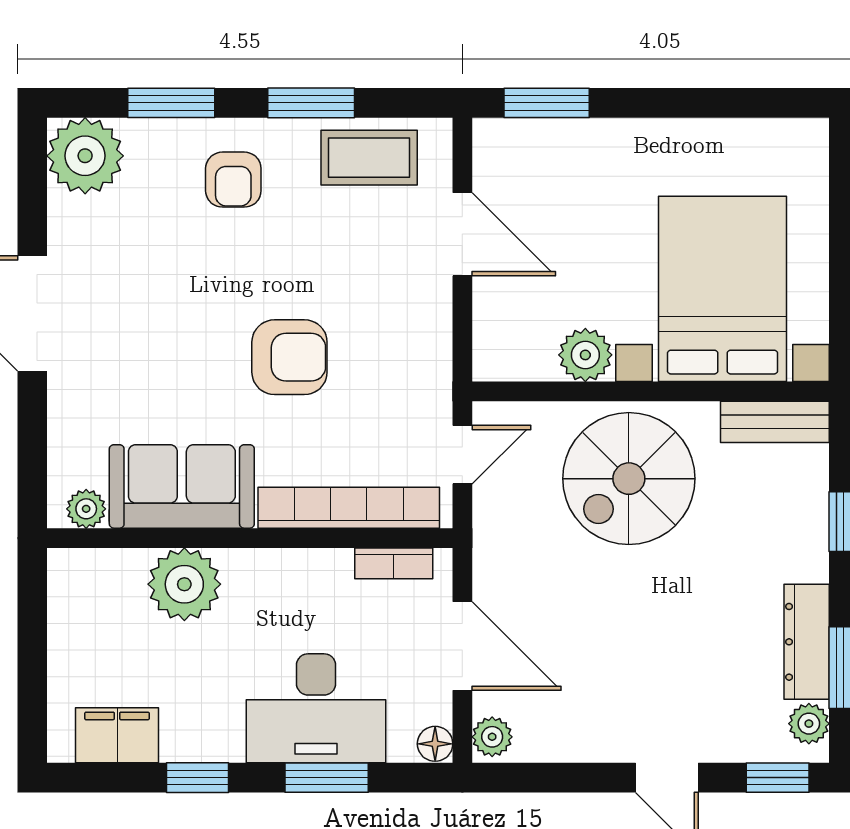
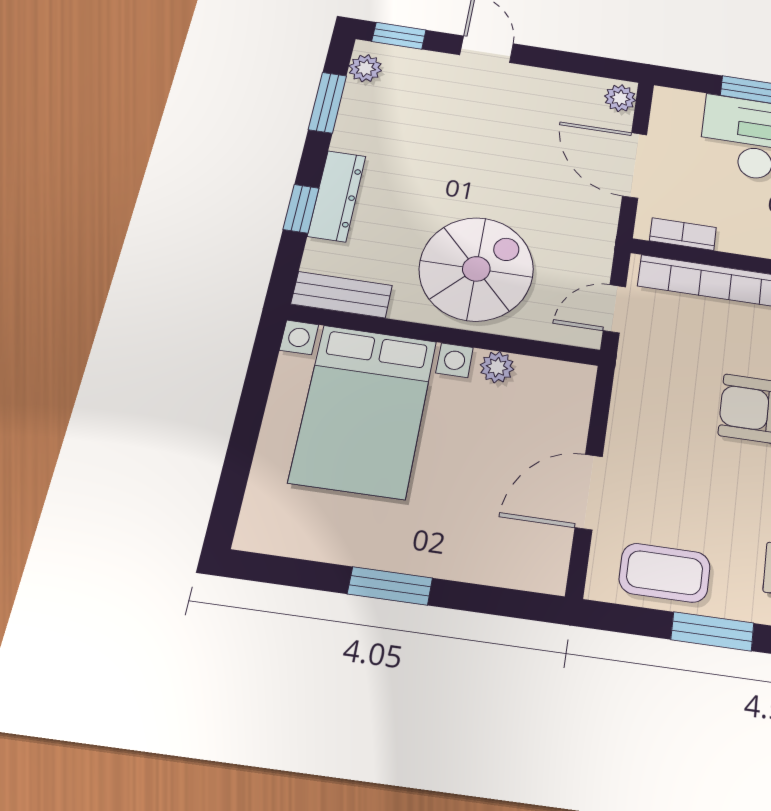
window: (547, 103) -> (390, 586), moved
door: (462, 234) -> (589, 492), hinge flipped
plant: (585, 355) -> (497, 367), width x0.73, depth x0.73
dresser: (807, 642) -> (337, 196), moved
floor lamp: (435, 744) -> (666, 100), removed

